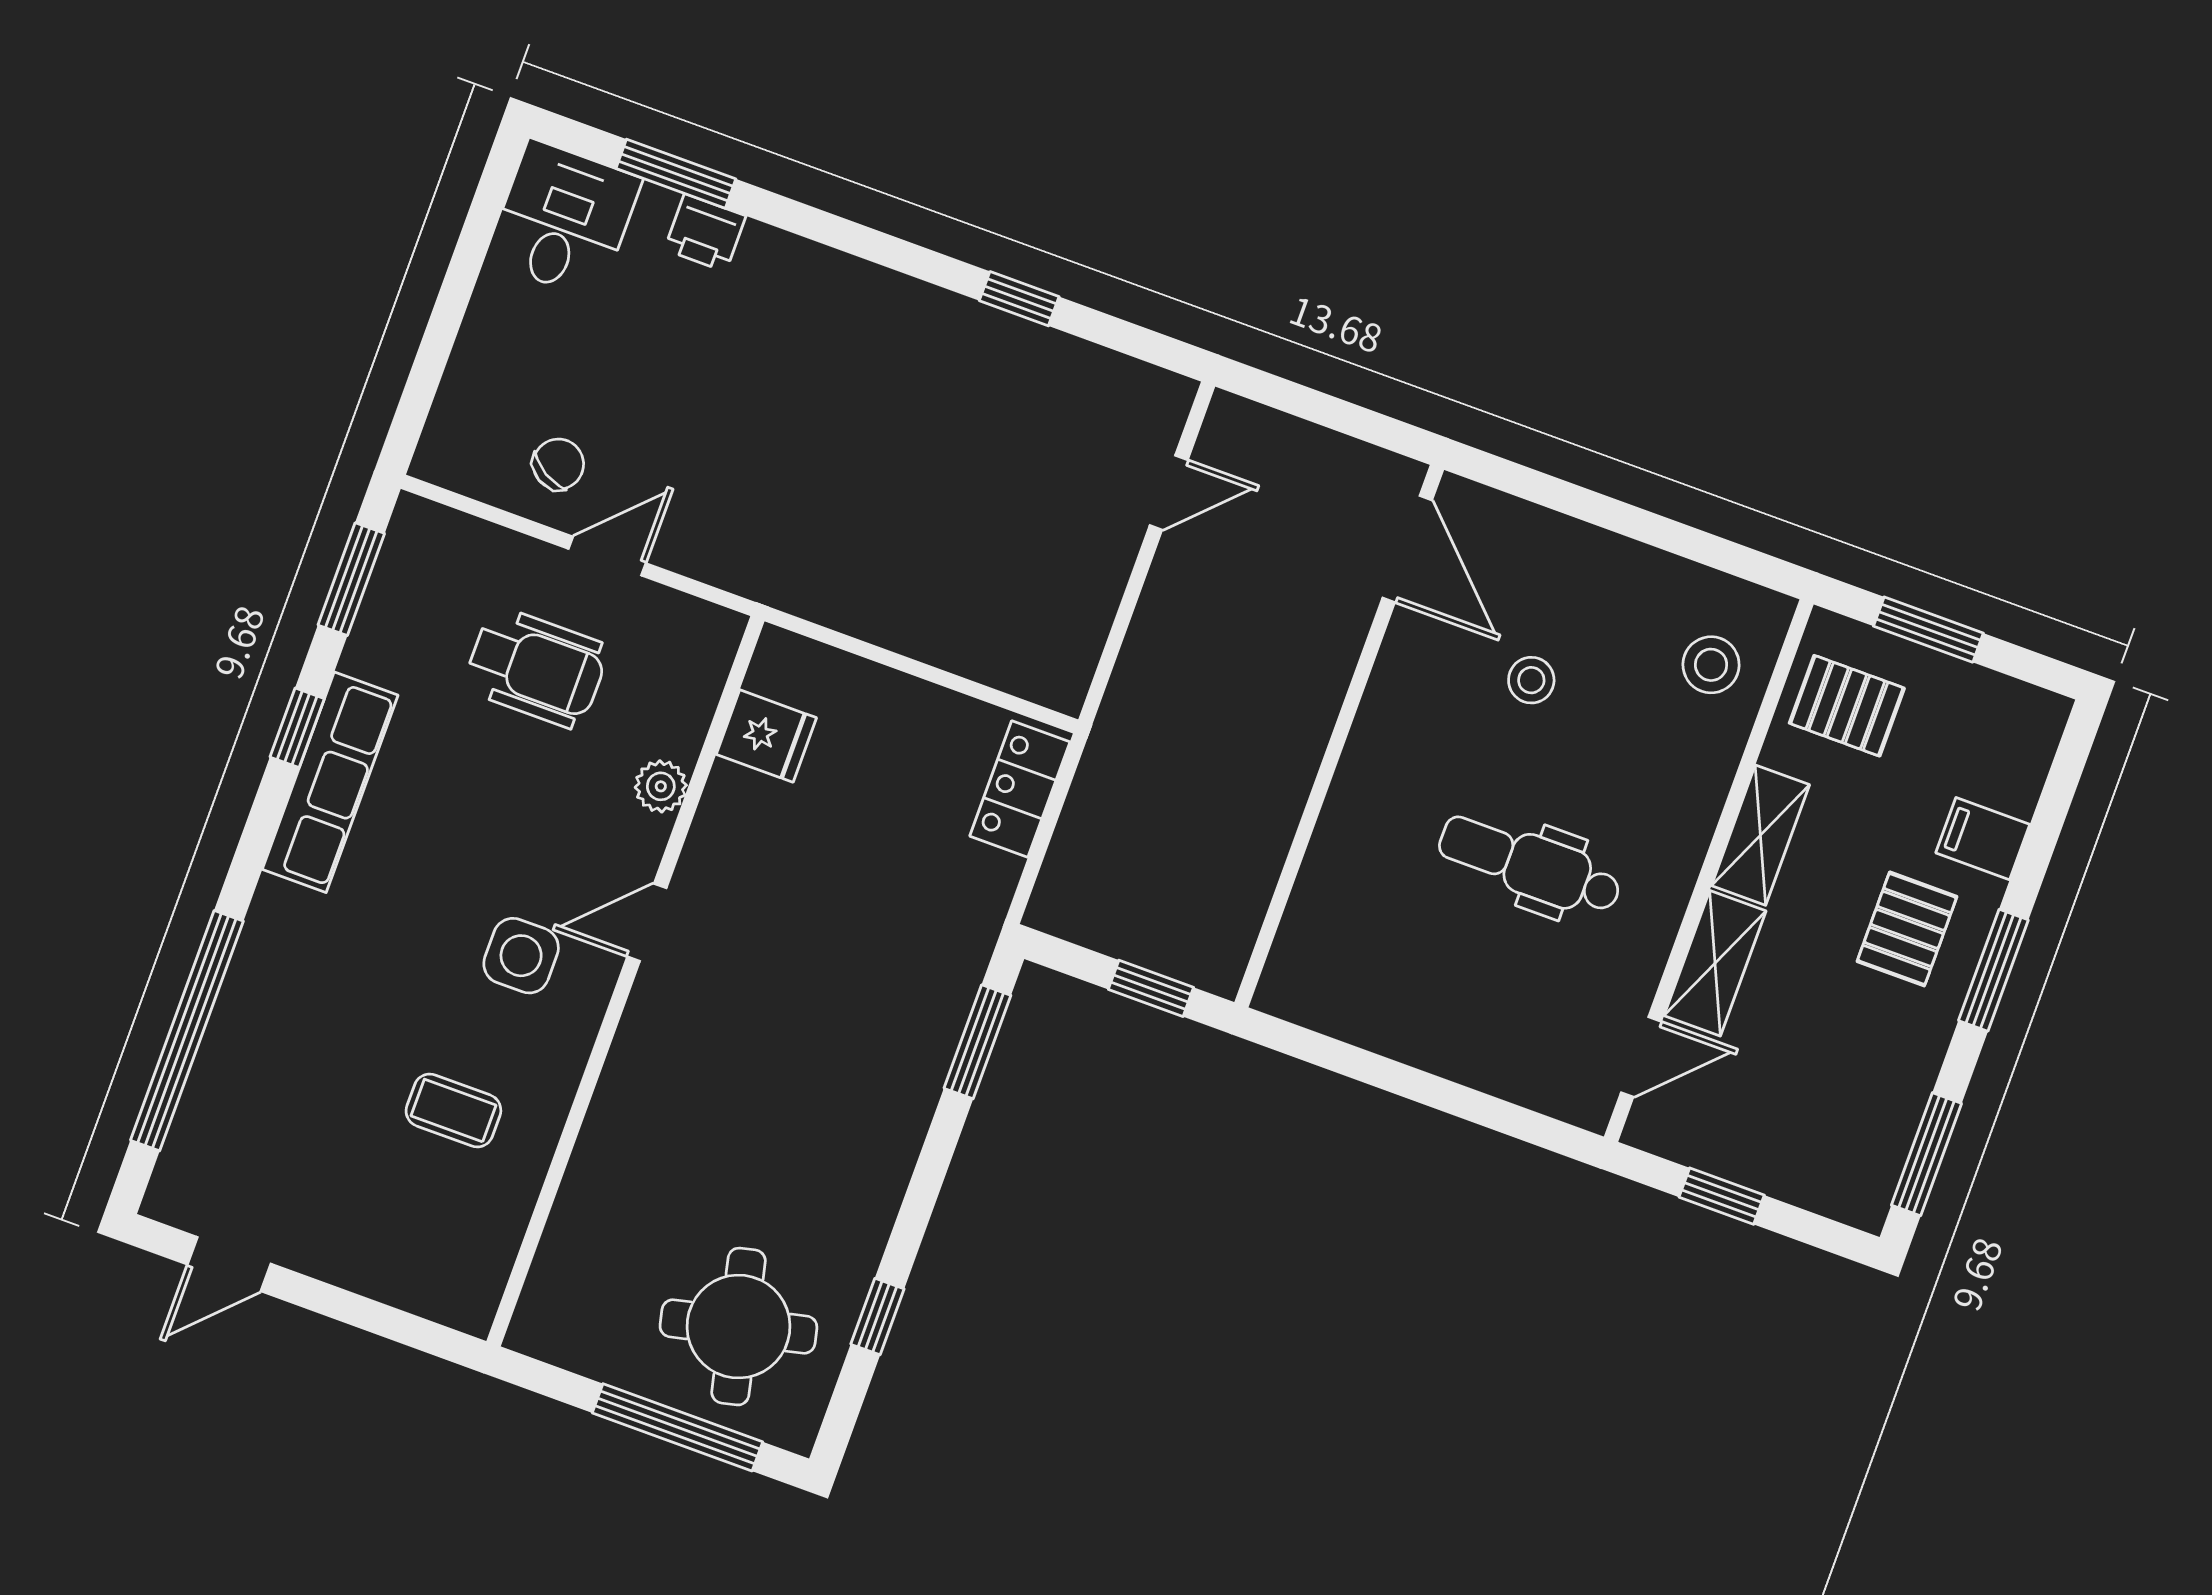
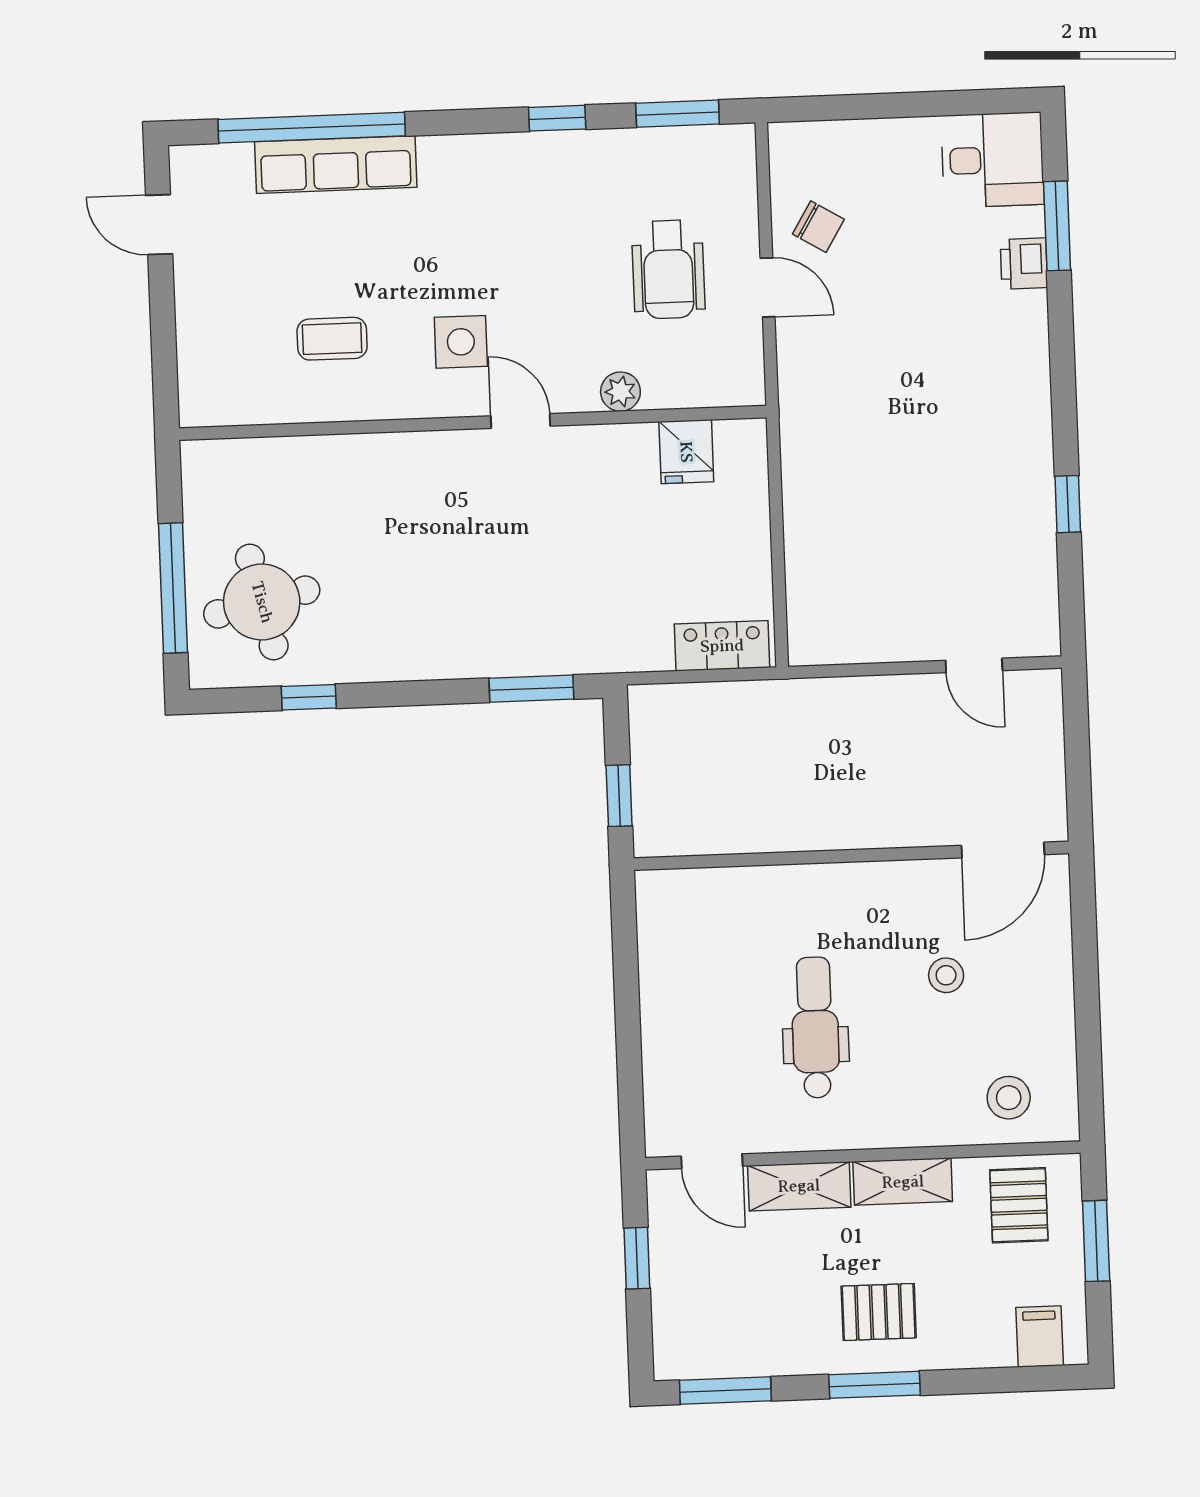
row of seats: (330, 782) -> (336, 165), moved
filing cabinet: (1983, 839) -> (1040, 1337), moved
coffee table: (453, 1111) -> (332, 339), turned 90

